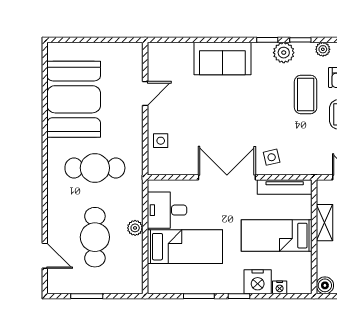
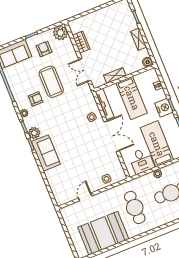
sofa: (222, 58) -> (46, 153), moved
door: (145, 94) -> (85, 197), hinge flipped
coffee table: (306, 94) -> (52, 113), removed
double door: (227, 177) -> (112, 136), swing flipped
nightstand: (258, 282) -> (164, 108), moved

